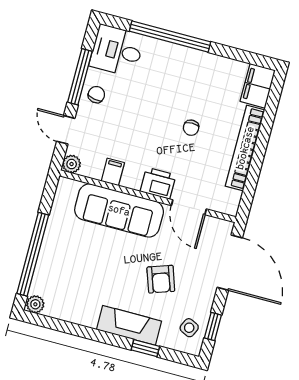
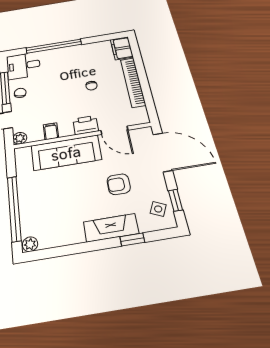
armchair: (161, 279) -> (119, 184), turned 109

